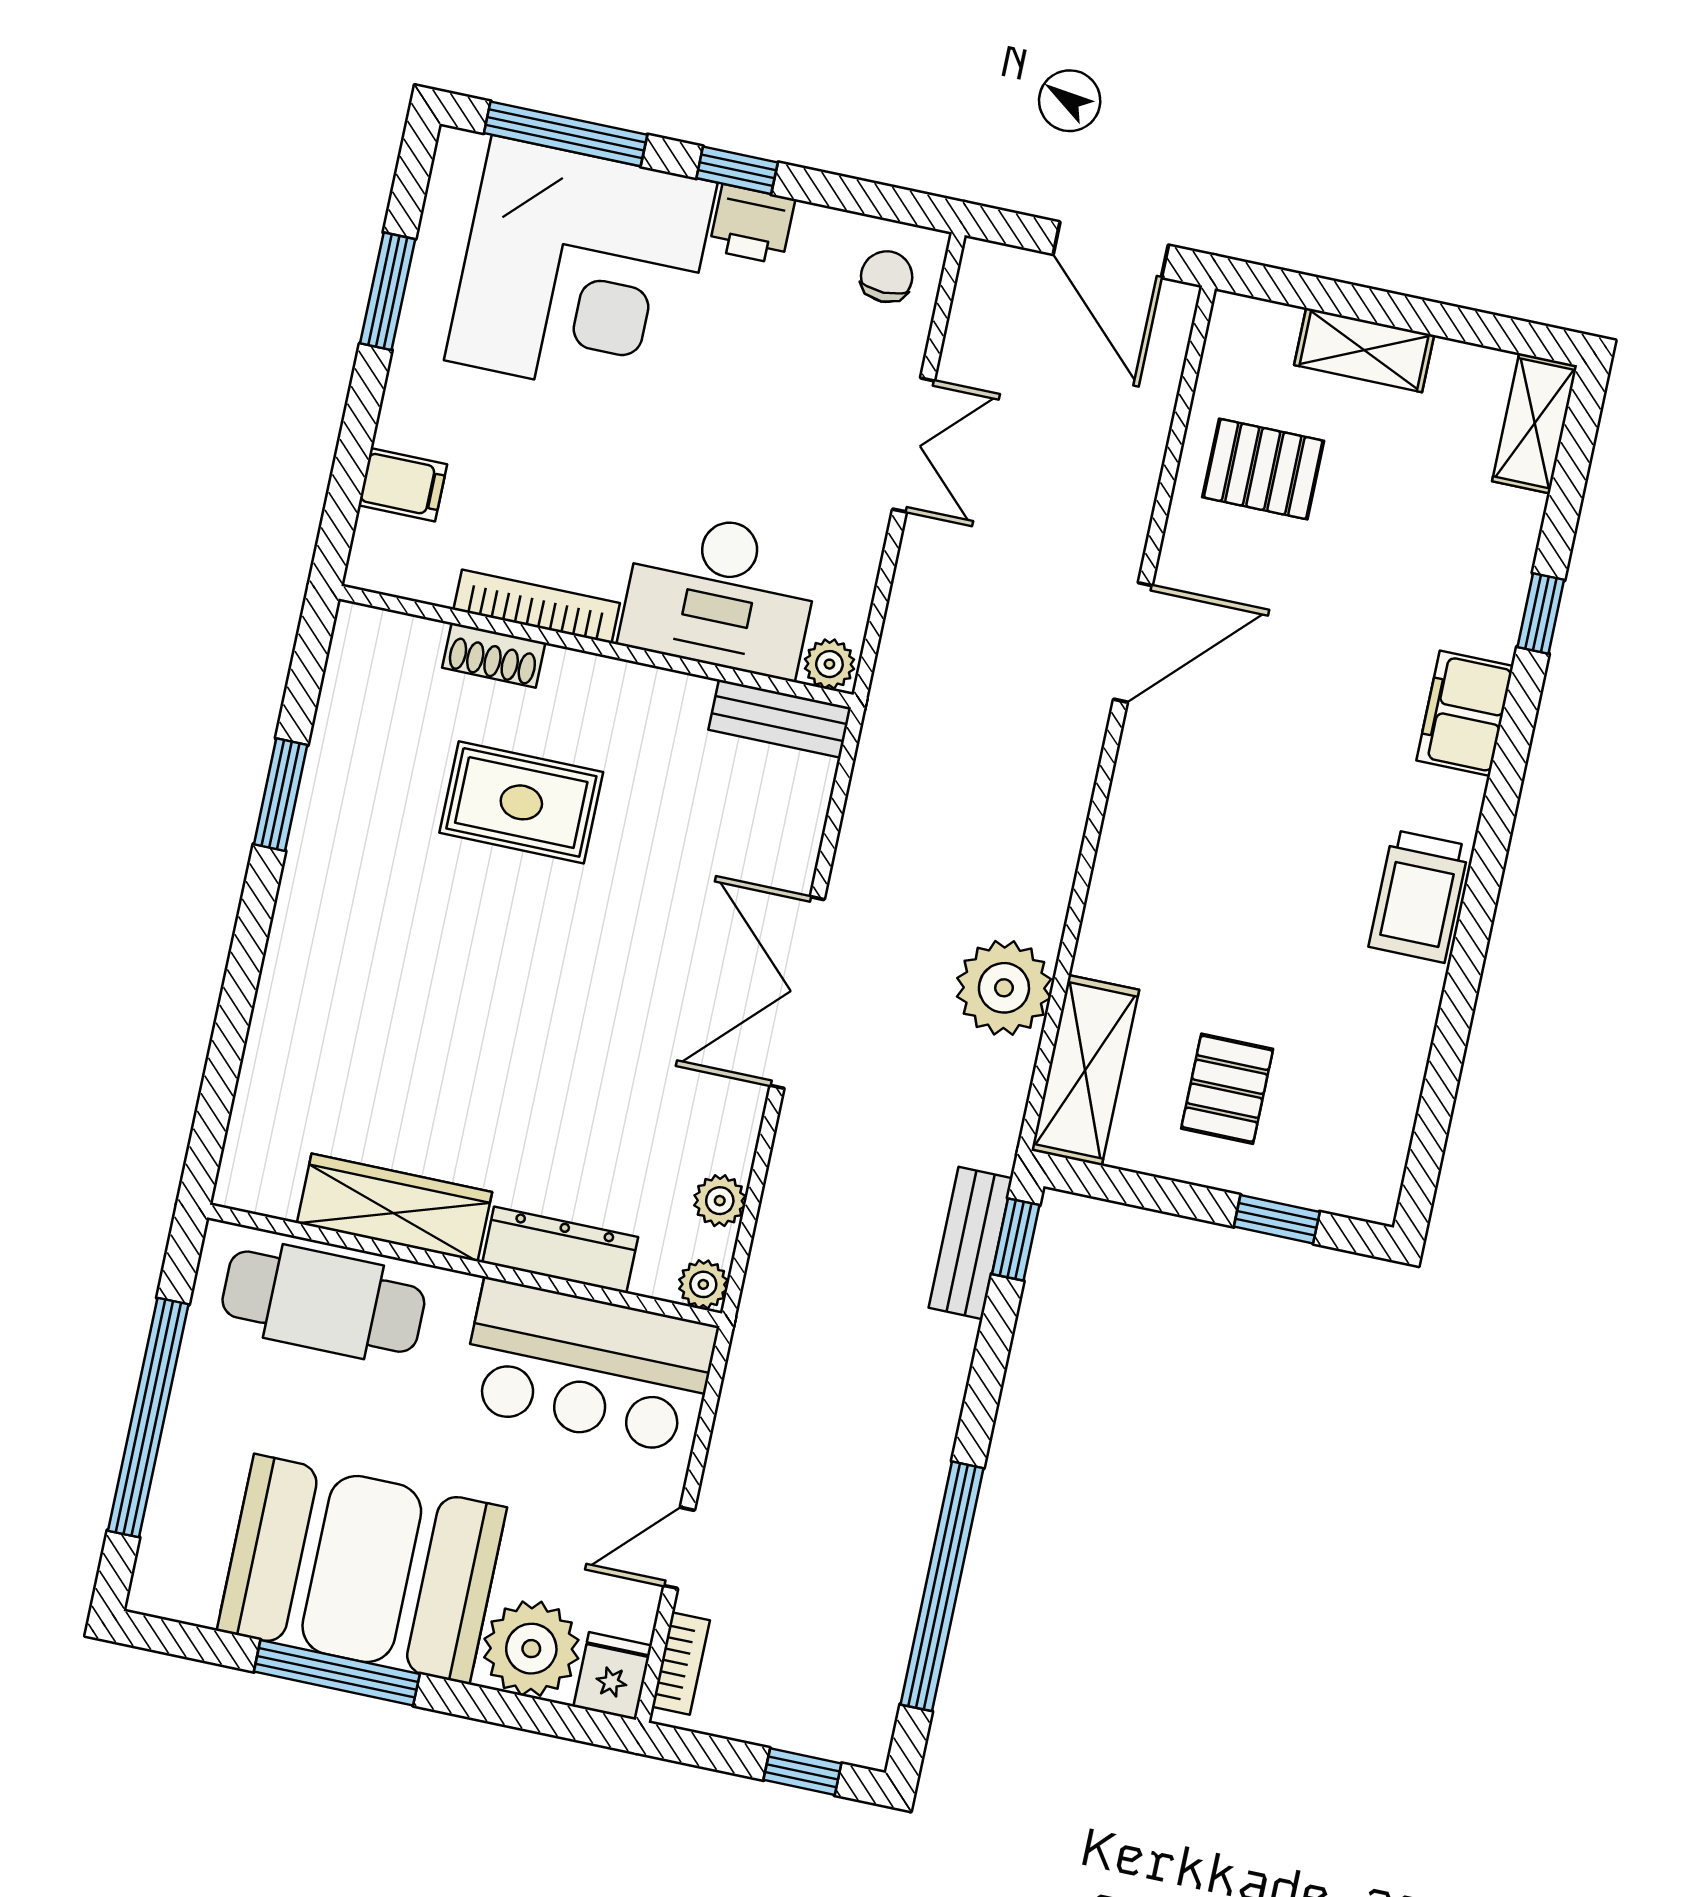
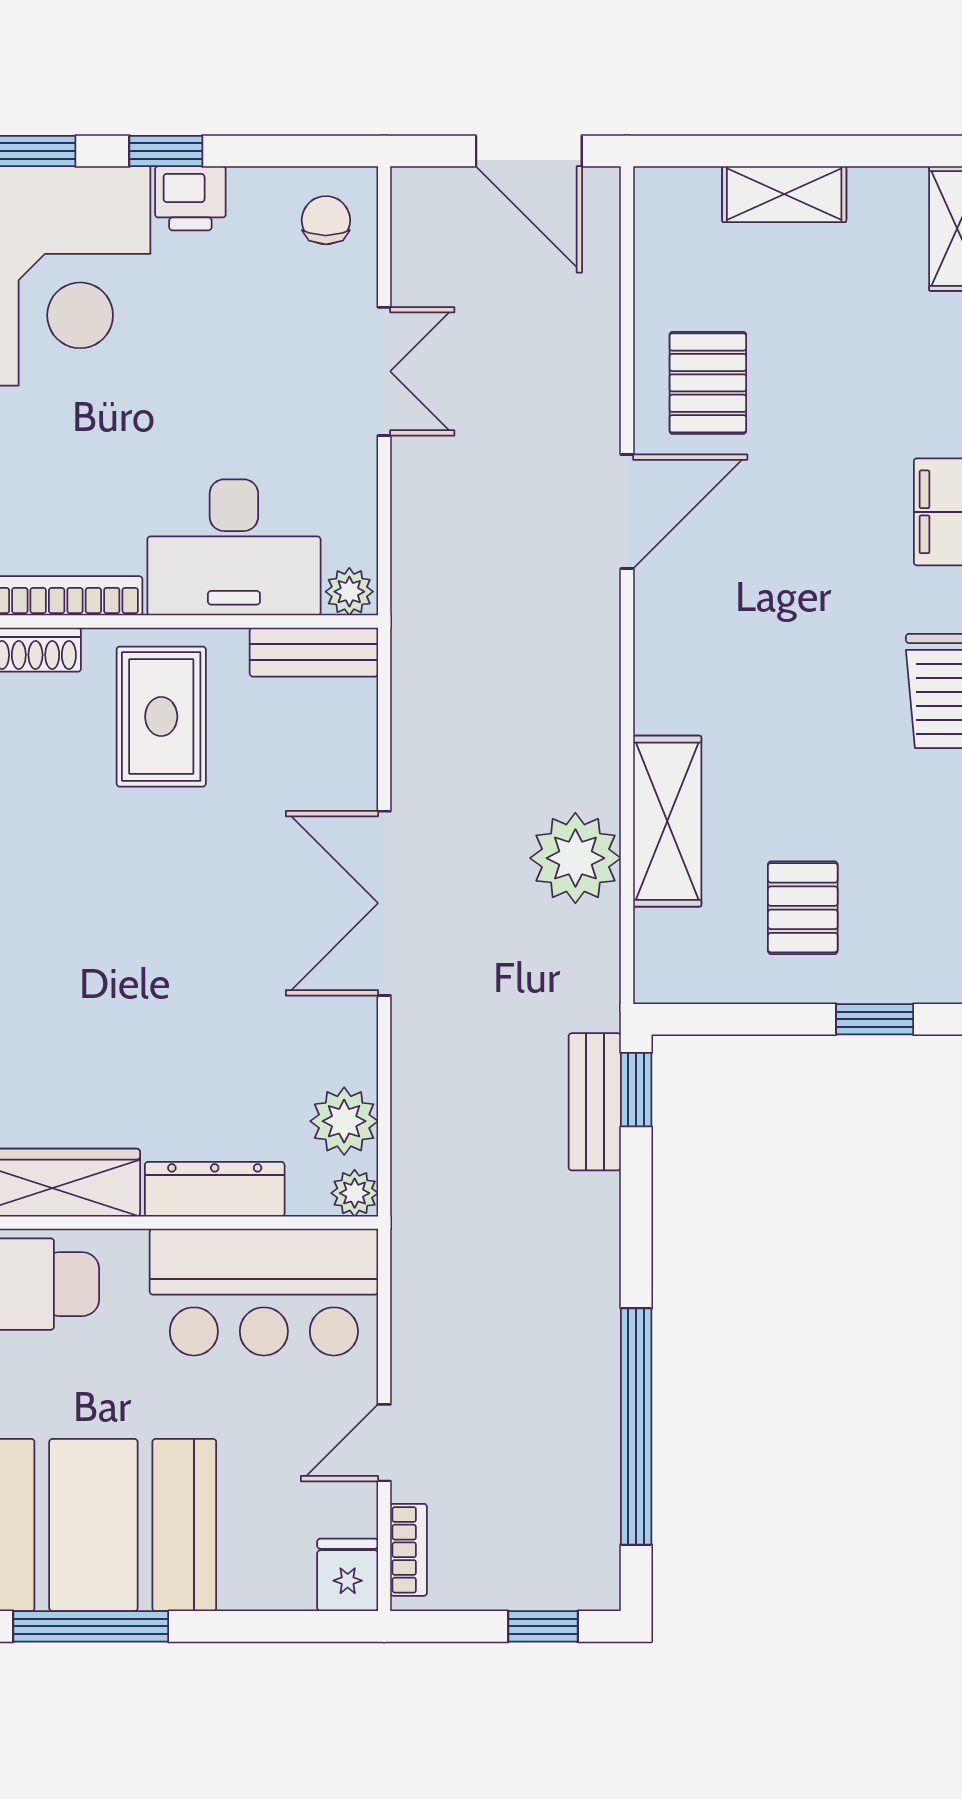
pallet: (1263, 469) -> (708, 383), moved, turned 90
rug: (521, 802) -> (161, 717), moved, turned 90
shelving: (1085, 1070) -> (667, 821), moved
plant: (720, 1201) -> (344, 1121), width x1.38, depth x1.38
plant: (531, 1649) -> (267, 1566), removed

